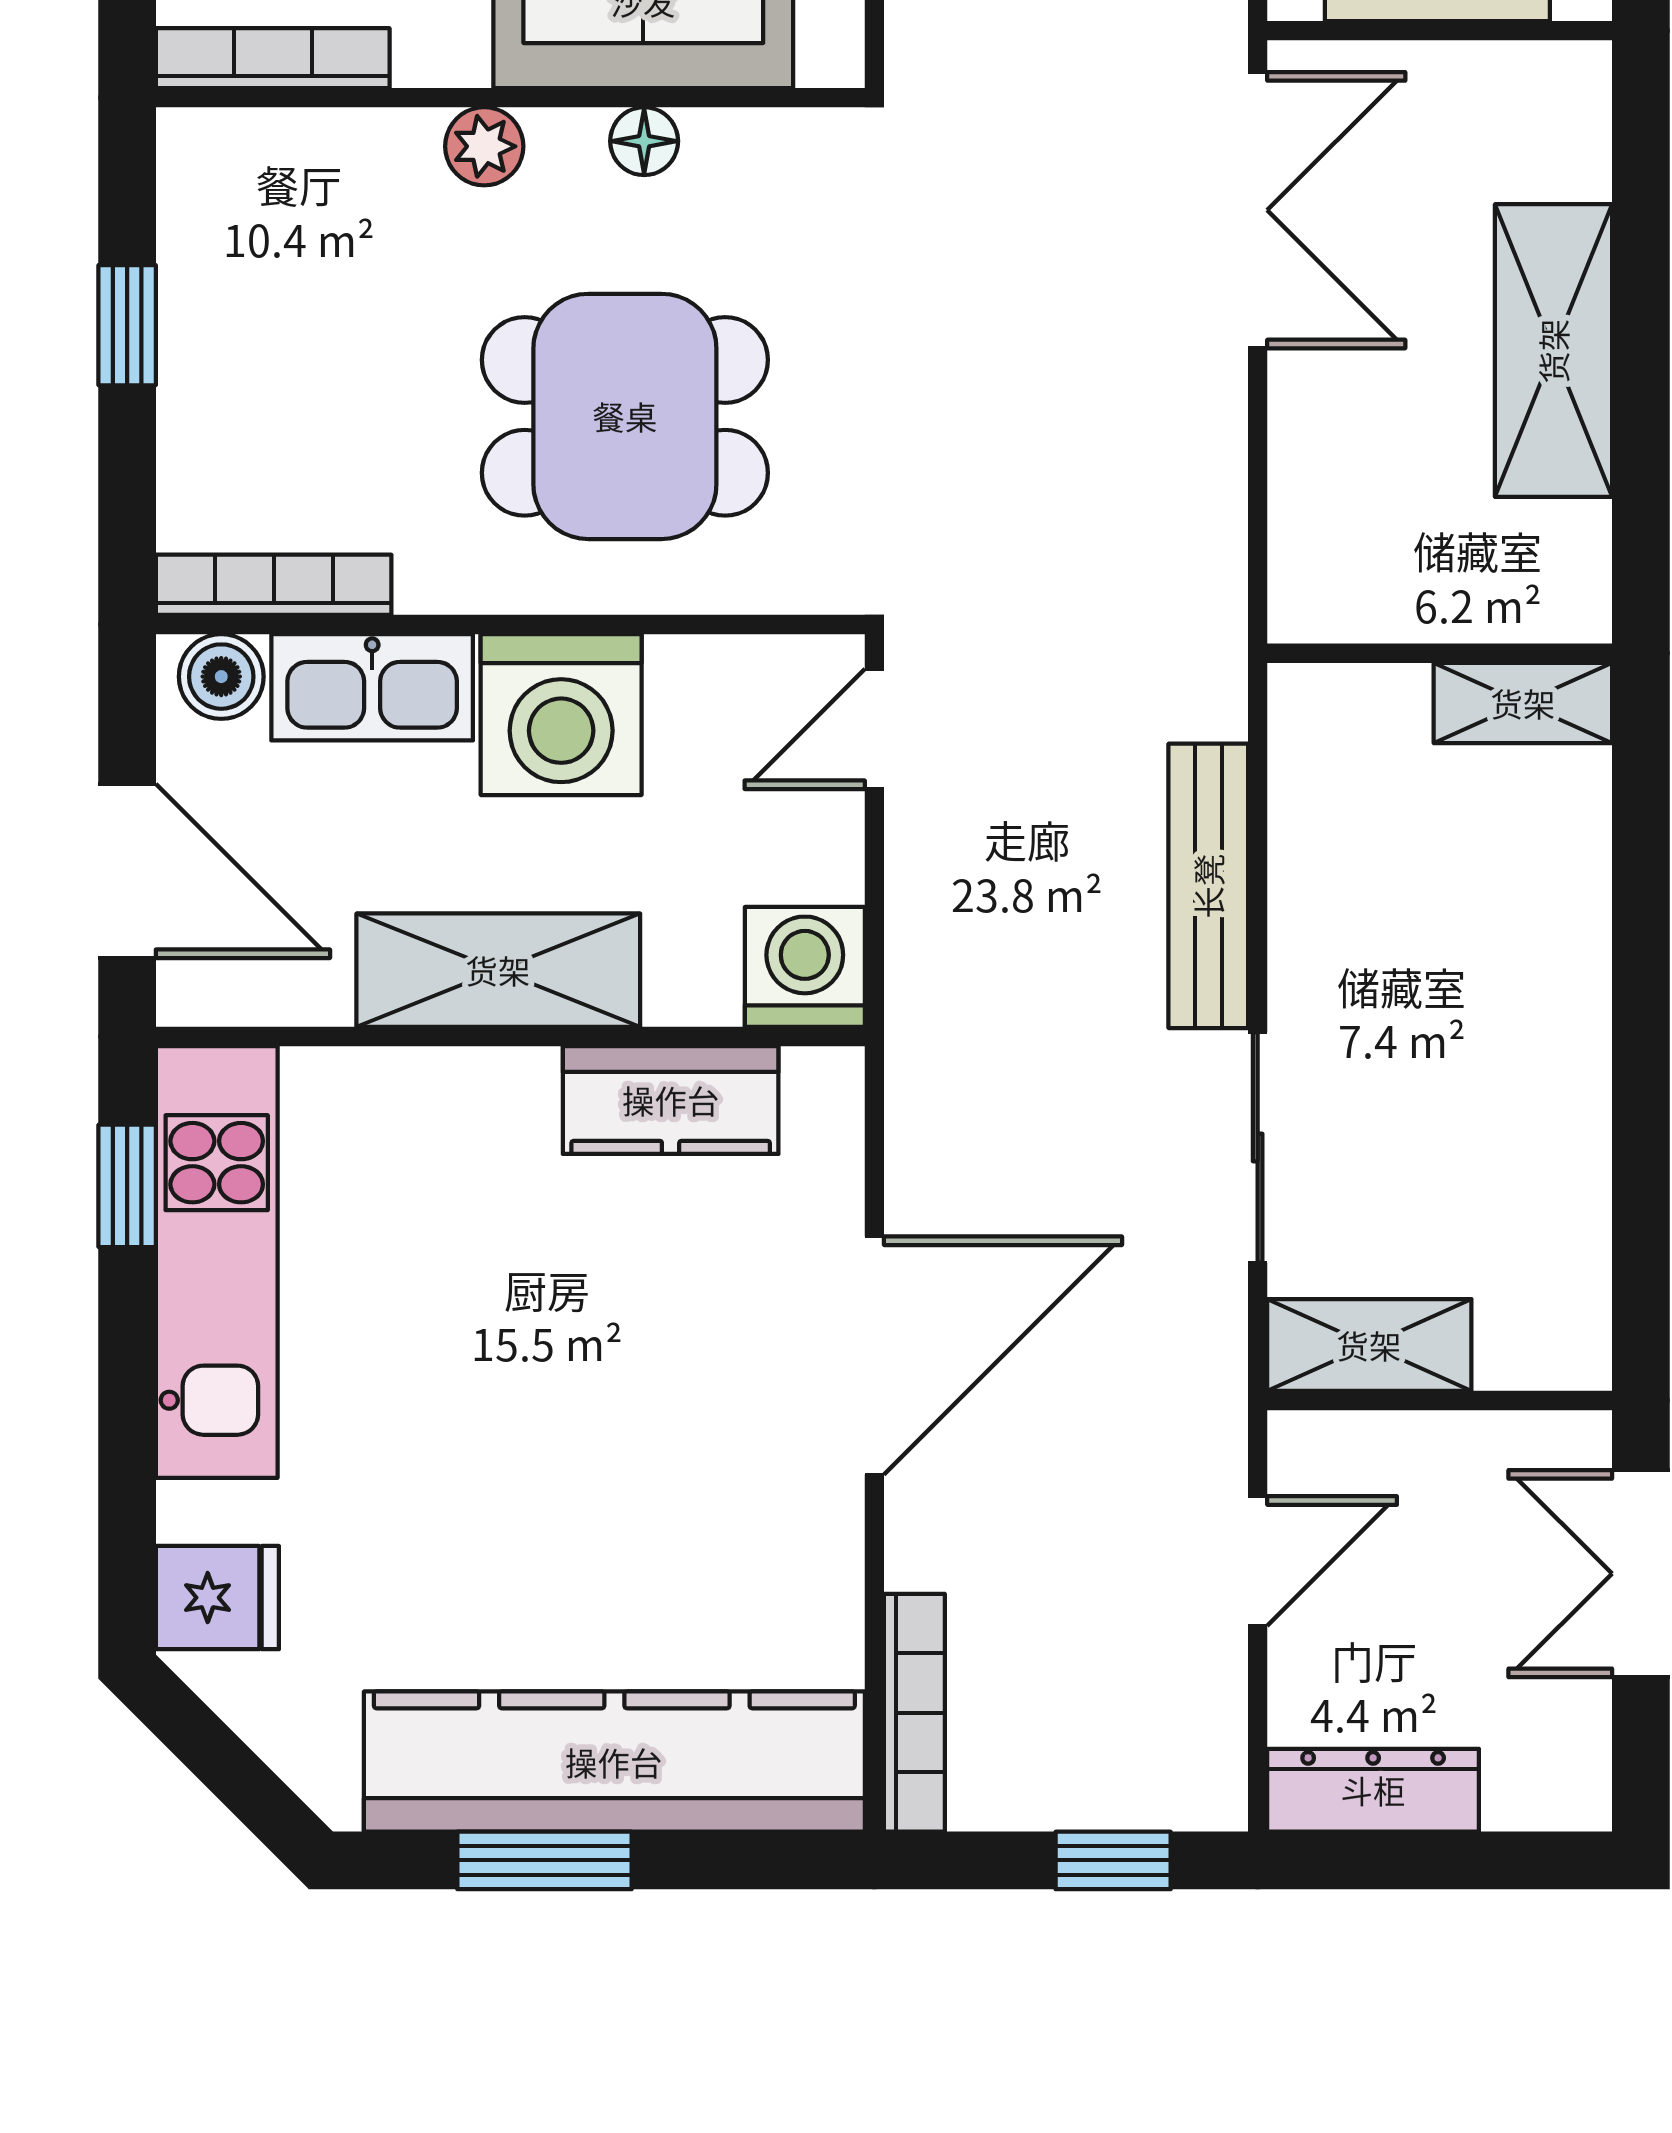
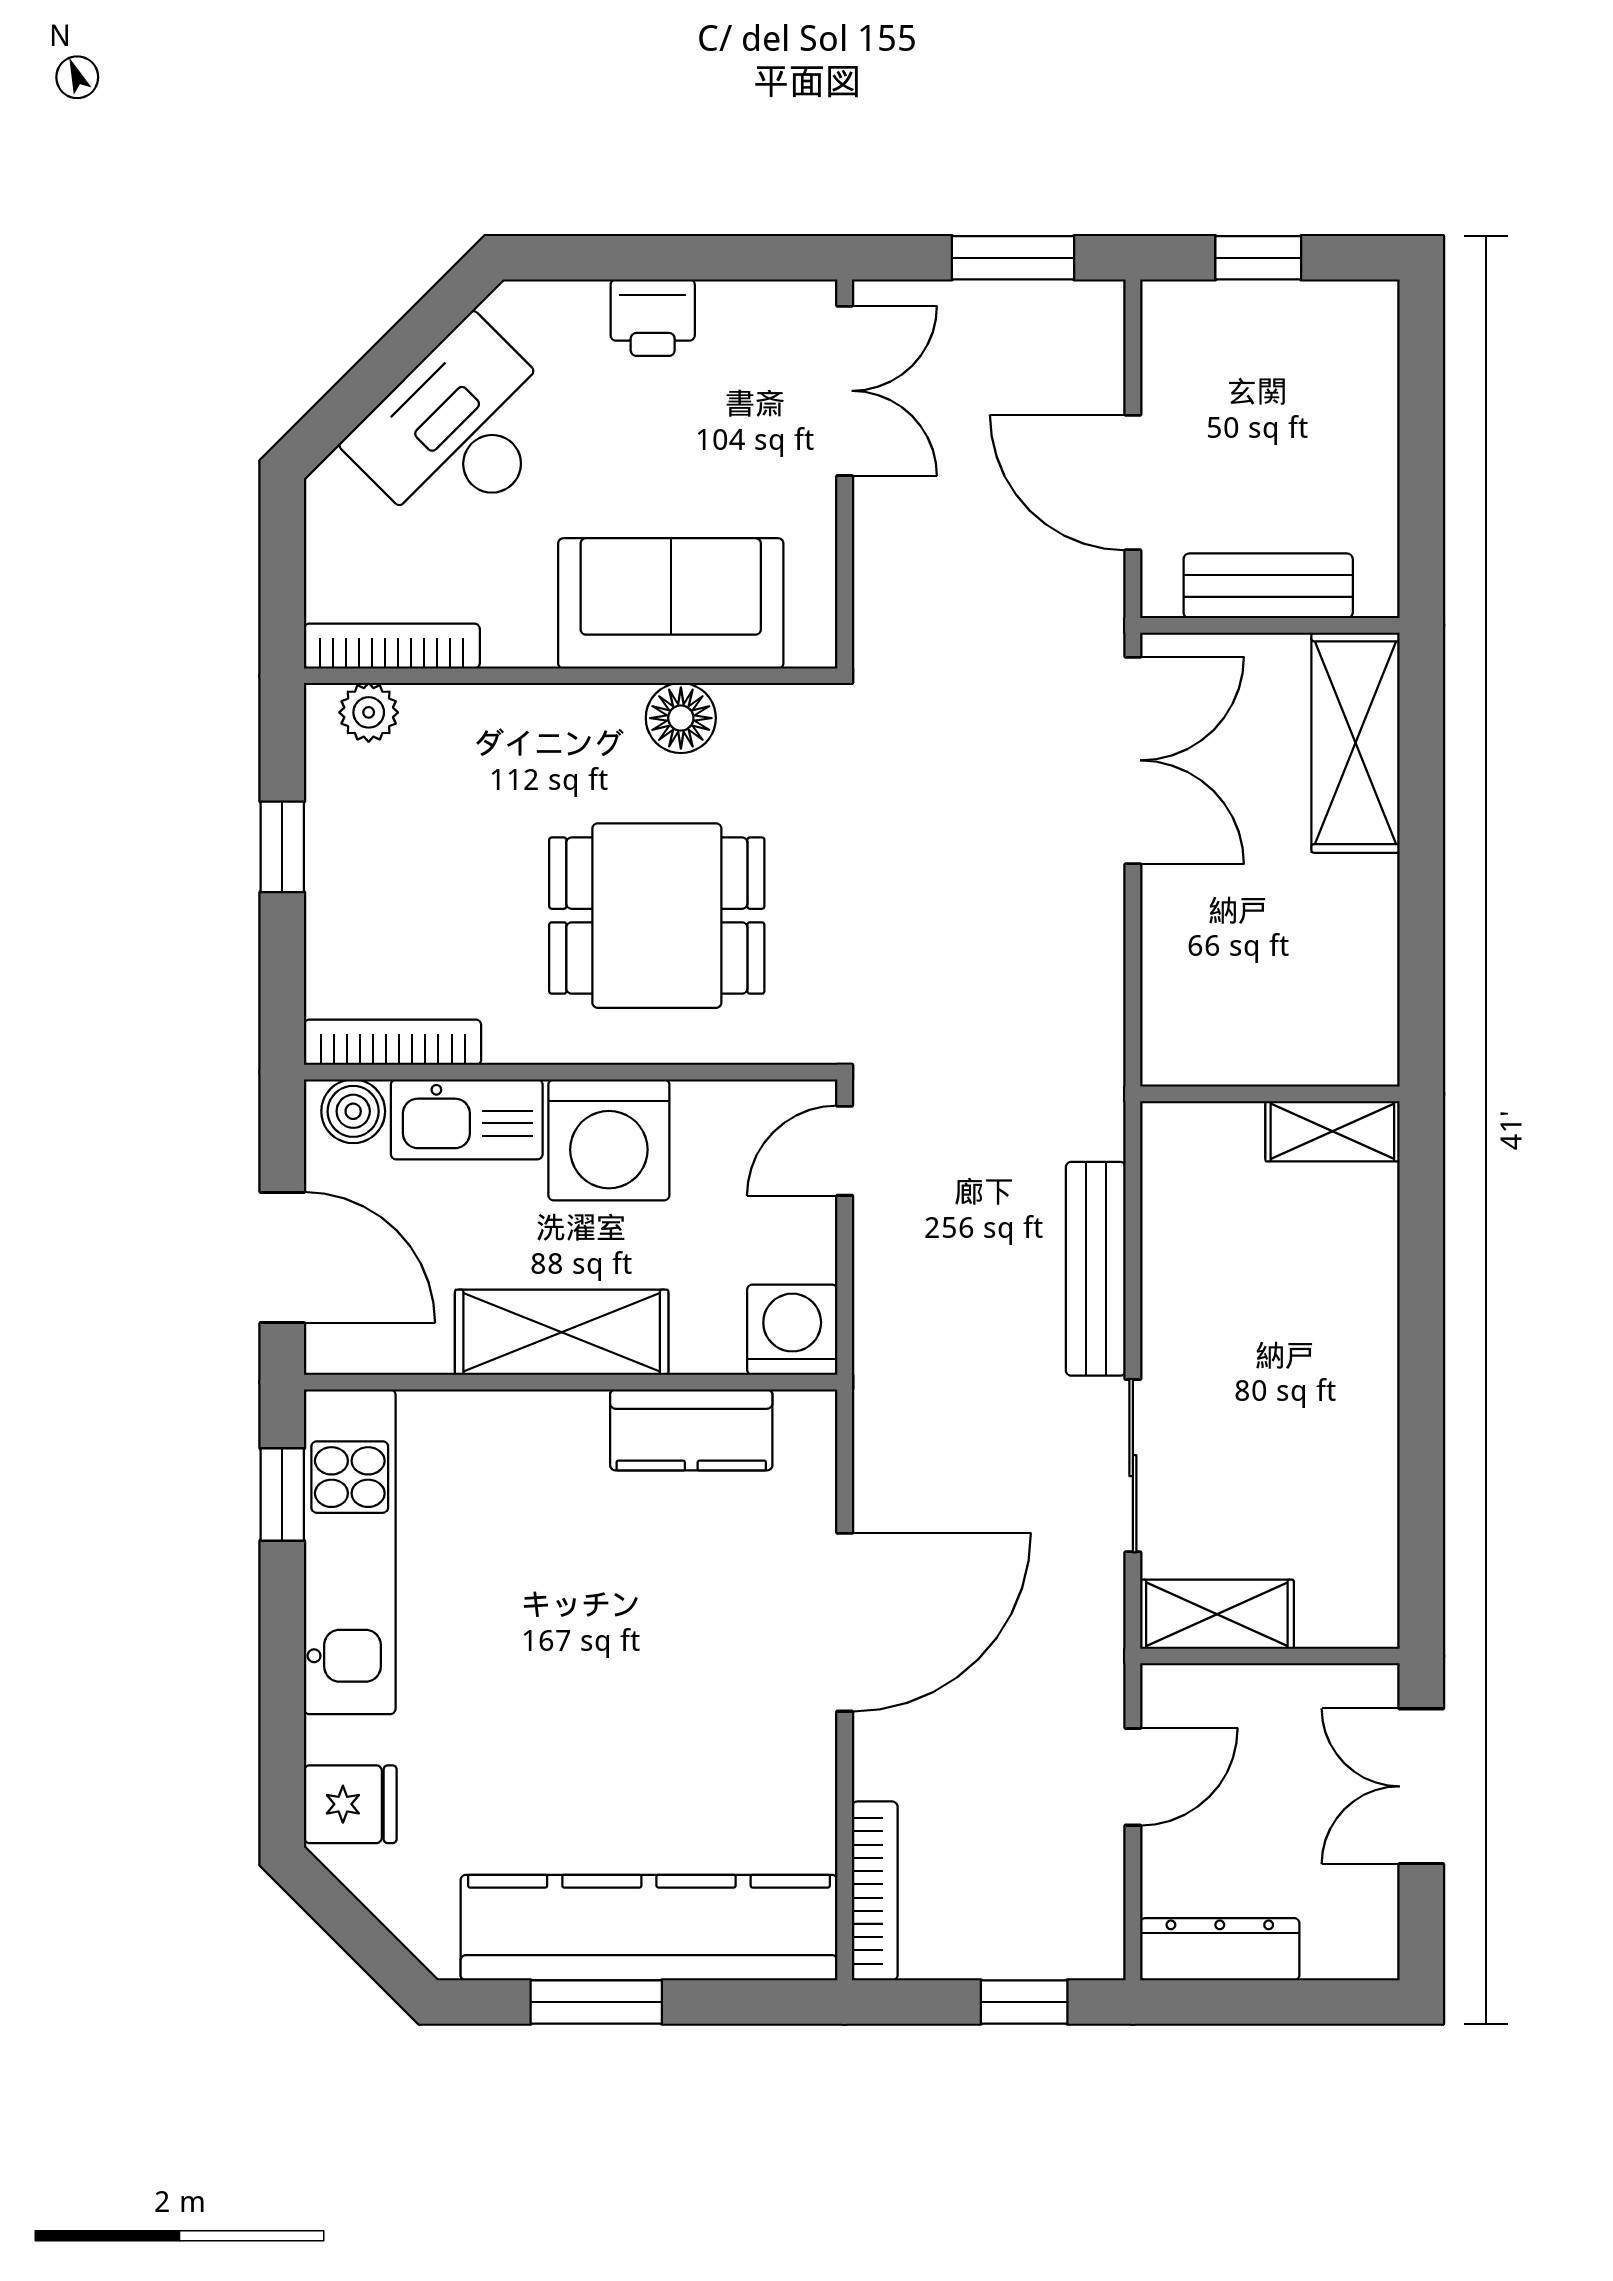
floor lamp: (644, 141) -> (681, 718), width x1.37, depth x1.37
plant: (484, 146) -> (369, 712), moved
shelving: (1553, 351) -> (1355, 743), moved

